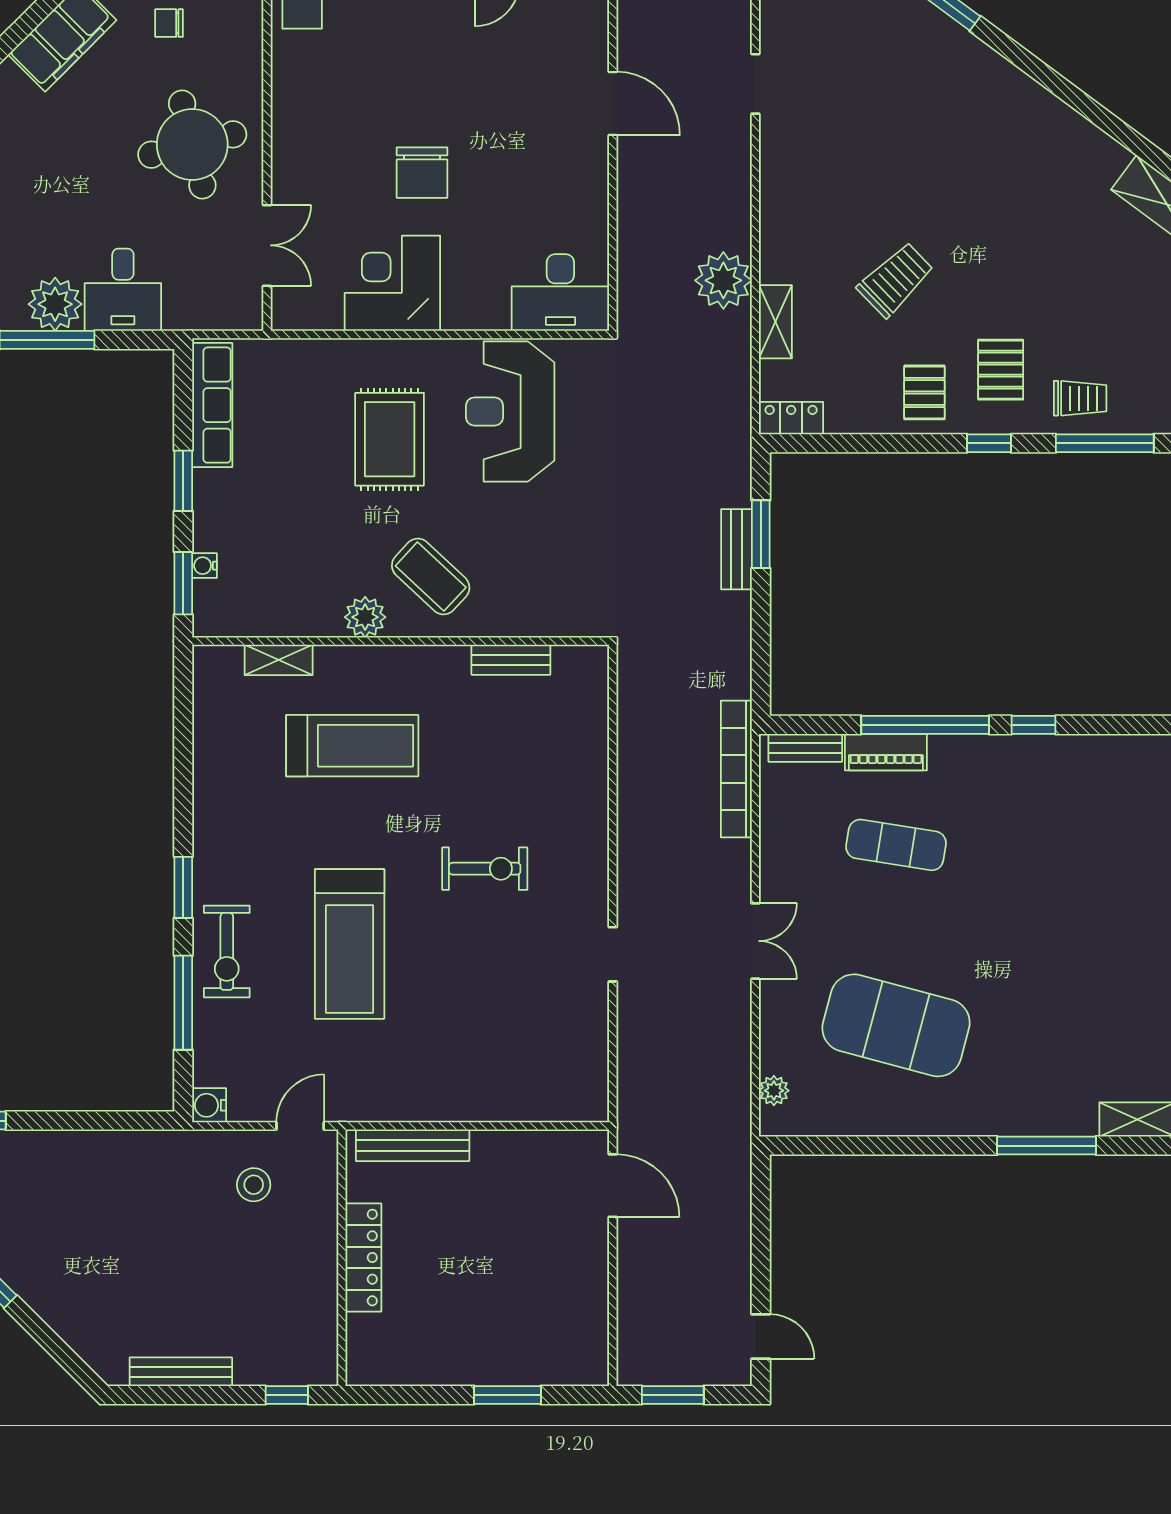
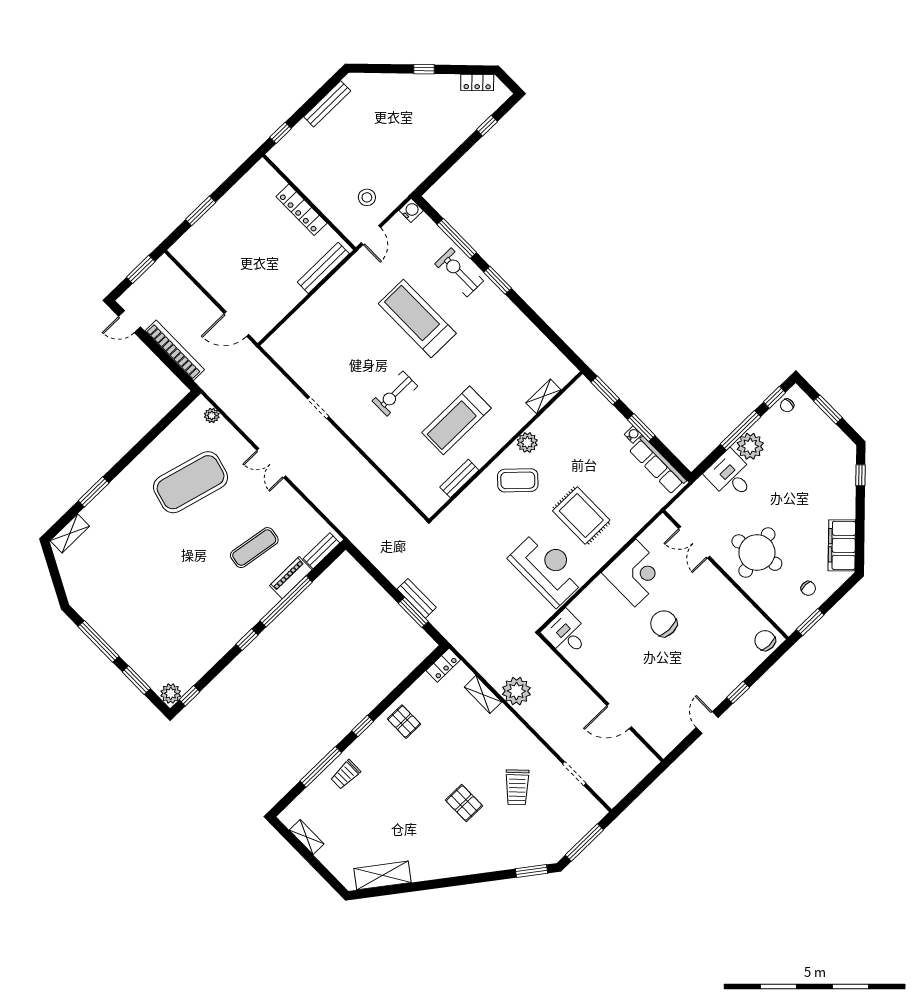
chair: (169, 23) -> (808, 588), turned 90
trolley: (896, 280) -> (517, 787), moved
desk: (560, 293) -> (566, 634), width x0.73
pallet: (1001, 370) -> (464, 803), moved
water cooler: (205, 566) -> (633, 434), moved
treadmill: (352, 746) -> (456, 420), moved
bookcase: (736, 769) -> (175, 350), moved
window: (1046, 1146) -> (94, 492), width x0.69

